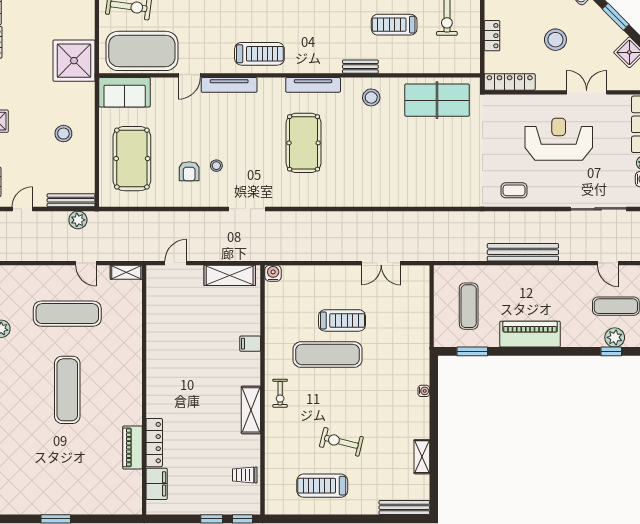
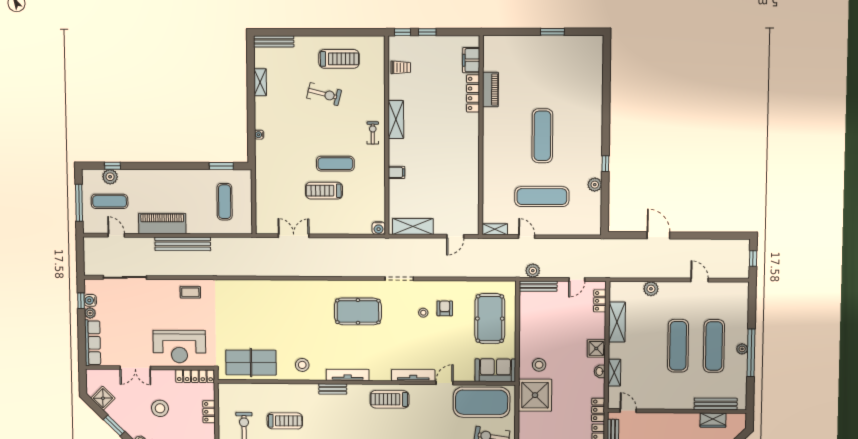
bench: (360, 67) -> (333, 389), moved
stool: (63, 134) -> (539, 365), moved
reception desk: (559, 139) -> (179, 347), moved
pool table: (304, 143) -> (358, 311), moved, turned 90
piano: (530, 334) -> (162, 223), moved, turned 180
exercise mat: (328, 355) -> (335, 164), width x0.73, depth x0.69

